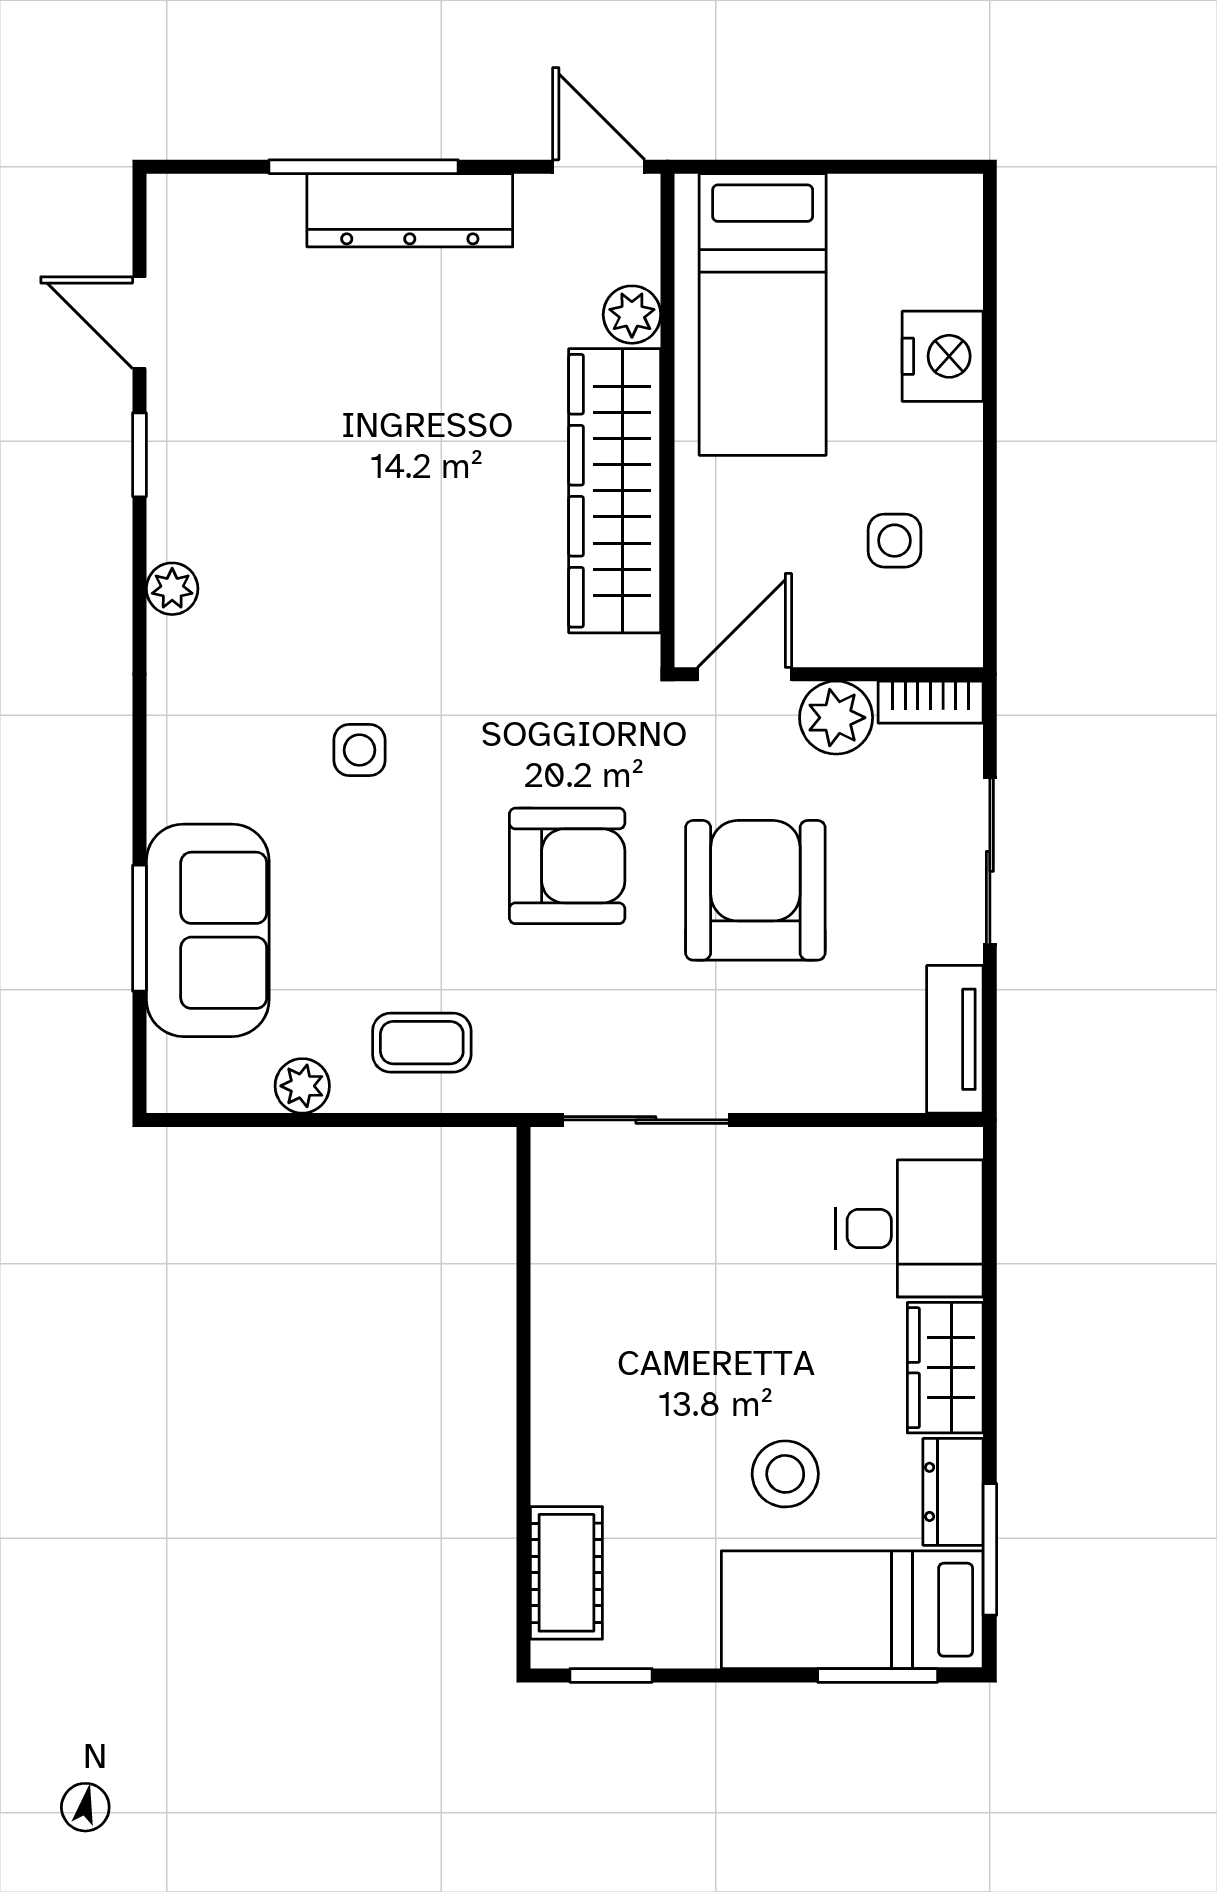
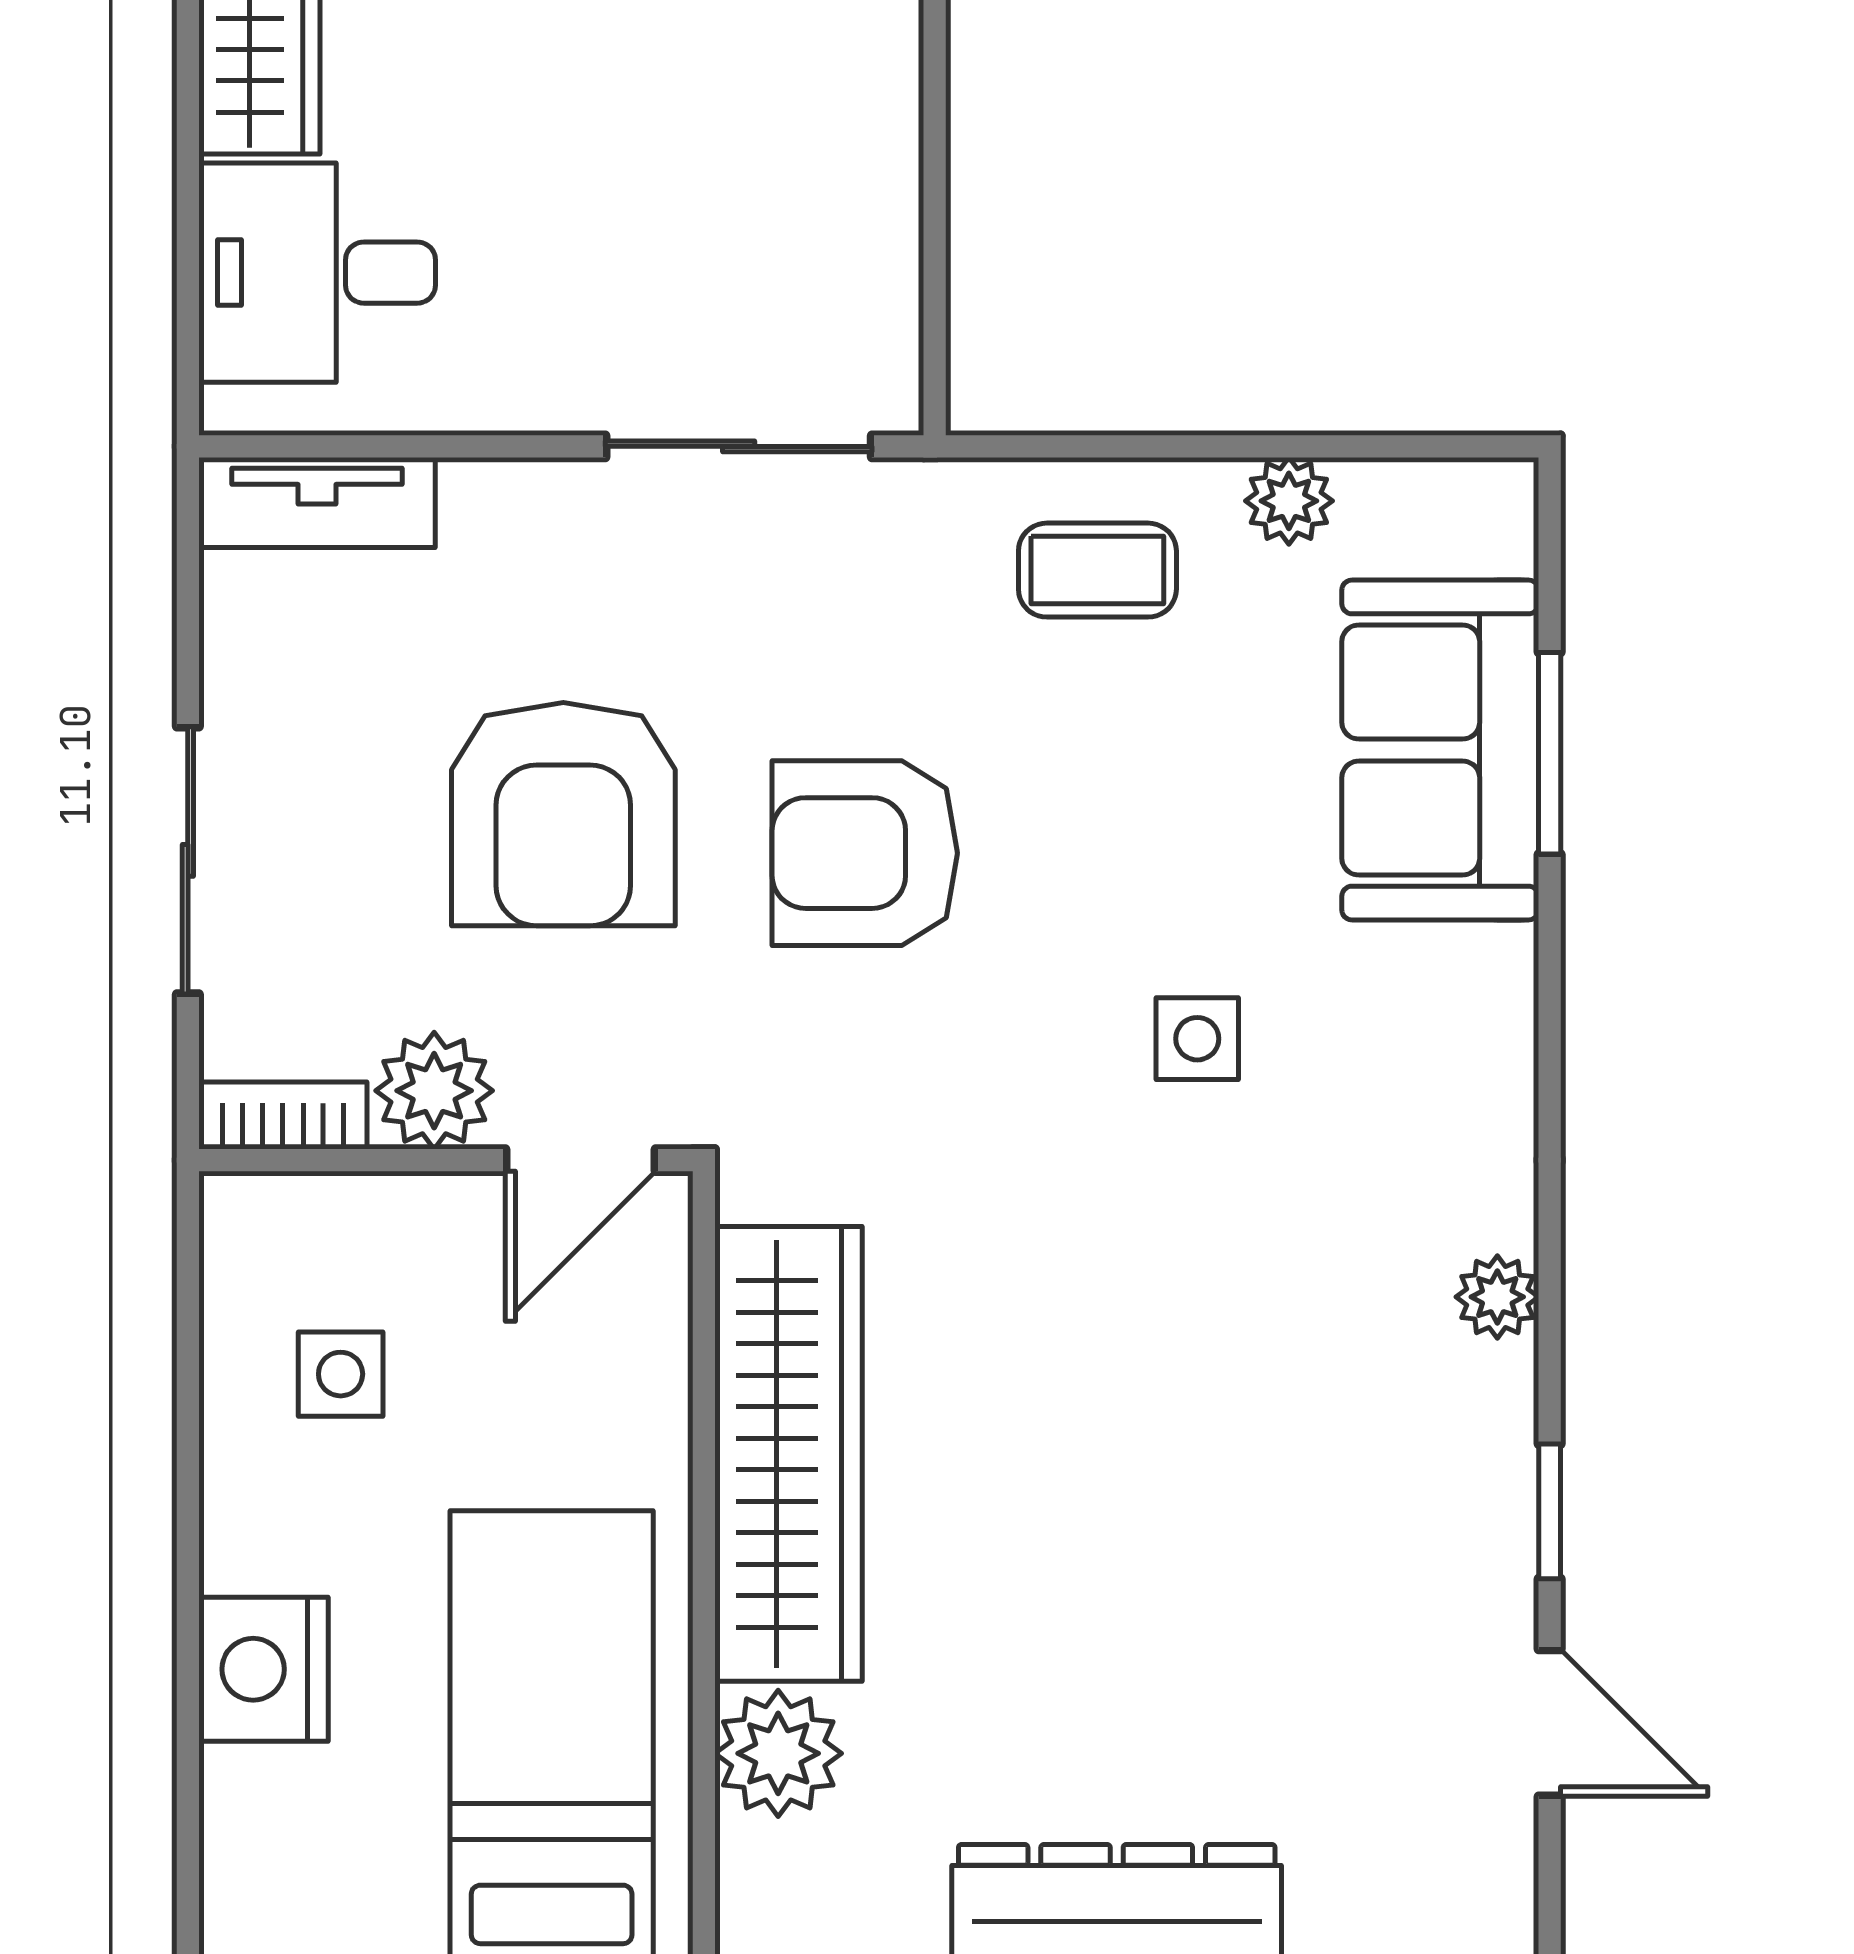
plant: (632, 315) -> (778, 1753), width x1.38, depth x1.38
tv unit: (955, 1039) -> (317, 502), moved, turned 90

